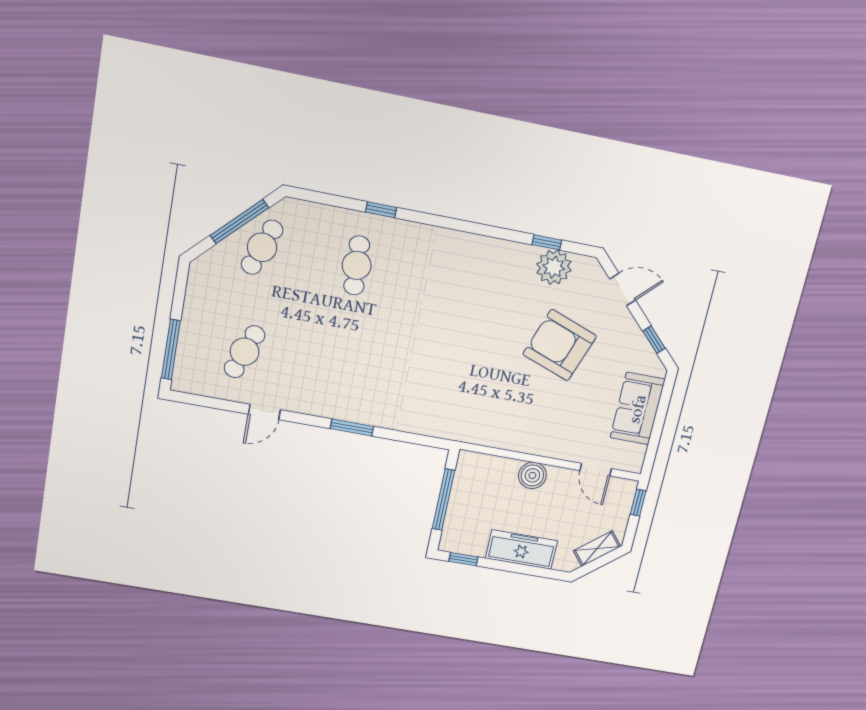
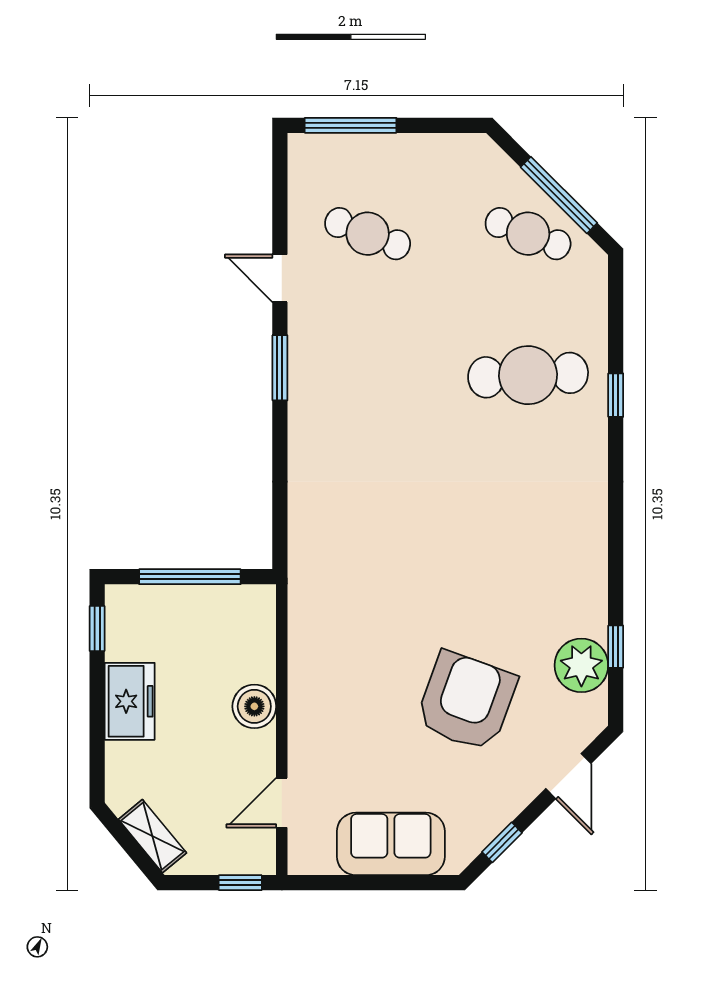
cafe table: (357, 265) -> (528, 375), width x1.37, depth x1.35
window: (352, 428) -> (280, 368), moved
freezer: (522, 549) -> (130, 701), width x0.71

